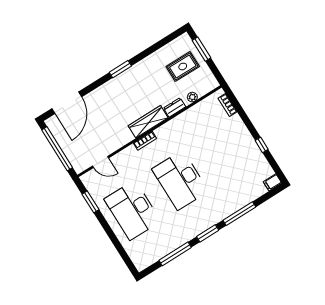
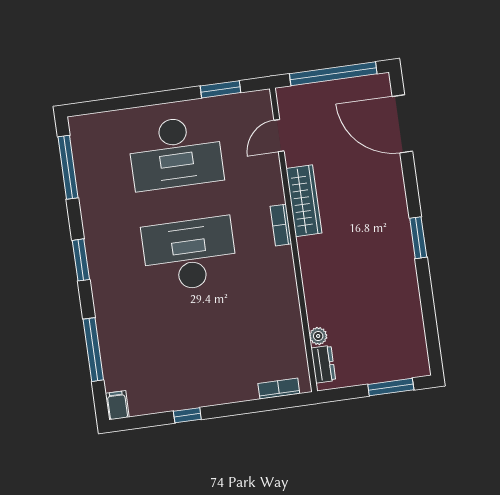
rug: (183, 66) -> (376, 343), removed
dresser: (175, 107) -> (323, 364), moved
wardrobe: (148, 122) -> (304, 201), moved
desk: (132, 210) -> (175, 153), turned 180
window: (239, 214) -> (93, 350), moved
window: (175, 254) -> (68, 167), moved

